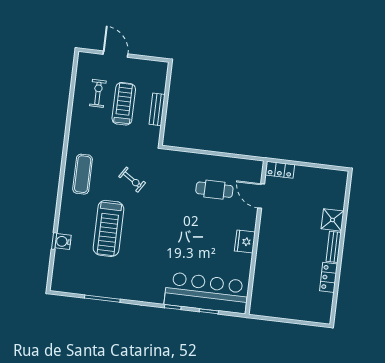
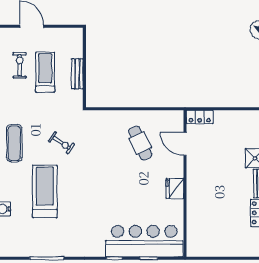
cafe table: (214, 190) -> (140, 143), turned 65
treadmill: (108, 228) -> (45, 191), turned 180

